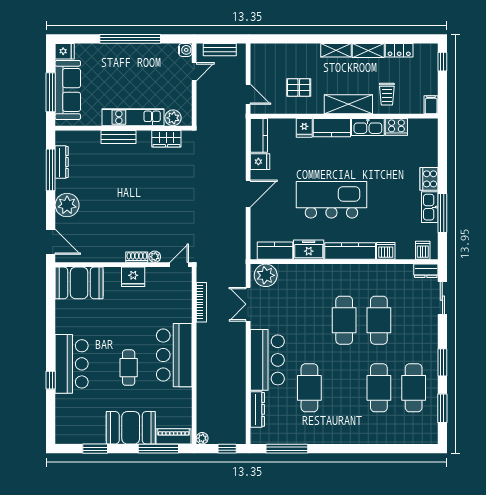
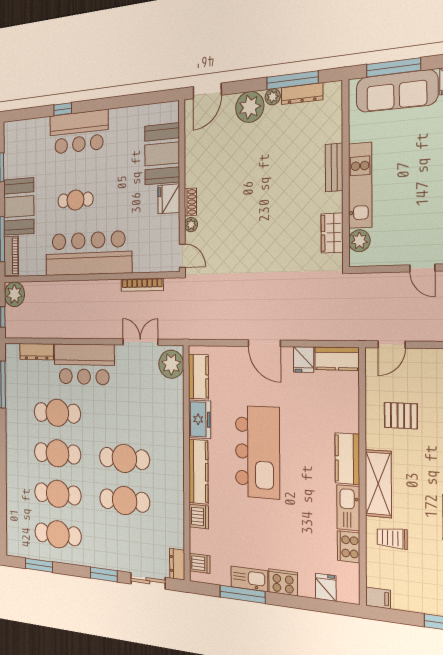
pallet: (299, 88) -> (401, 416), turned 90
fridge: (304, 128) -> (326, 587), moved, turned 90
plant: (61, 186) -> (273, 97), added
booth: (79, 283) -> (162, 154), moved
bar counter: (174, 355) -> (88, 253), width x1.36
window: (442, 362) -> (104, 574), moved
cafe table: (344, 388) -> (57, 453), added
plant: (202, 438) -> (14, 294), width x1.87, depth x1.87

